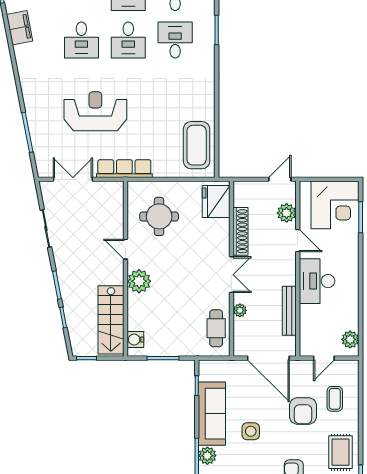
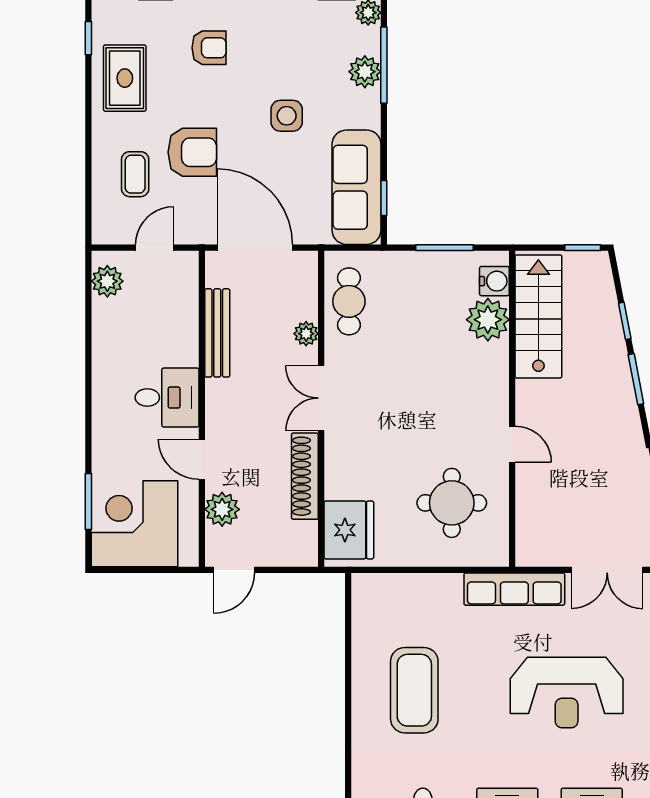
coffee table: (197, 145) -> (414, 690), moved
plant: (139, 281) -> (488, 320), moved
desk: (317, 281) -> (167, 398), width x0.73
armchair: (303, 411) -> (192, 152), turned 90
sofa: (212, 414) -> (357, 187), moved

